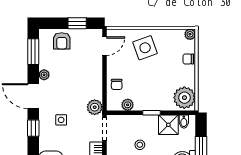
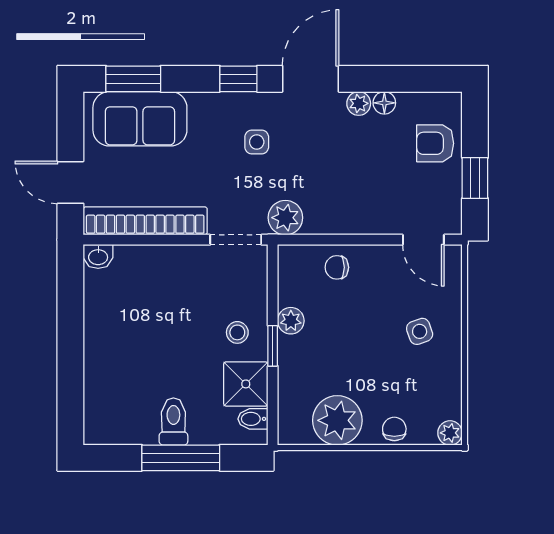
side table: (145, 48) -> (420, 331), width x0.54, depth x0.54
window: (33, 52) -> (411, 79), removed
floor lamp: (44, 63) -> (384, 103), added
plant: (184, 98) -> (337, 420), moved
plant: (128, 105) -> (291, 321), moved
stool: (140, 145) -> (237, 332), moved

